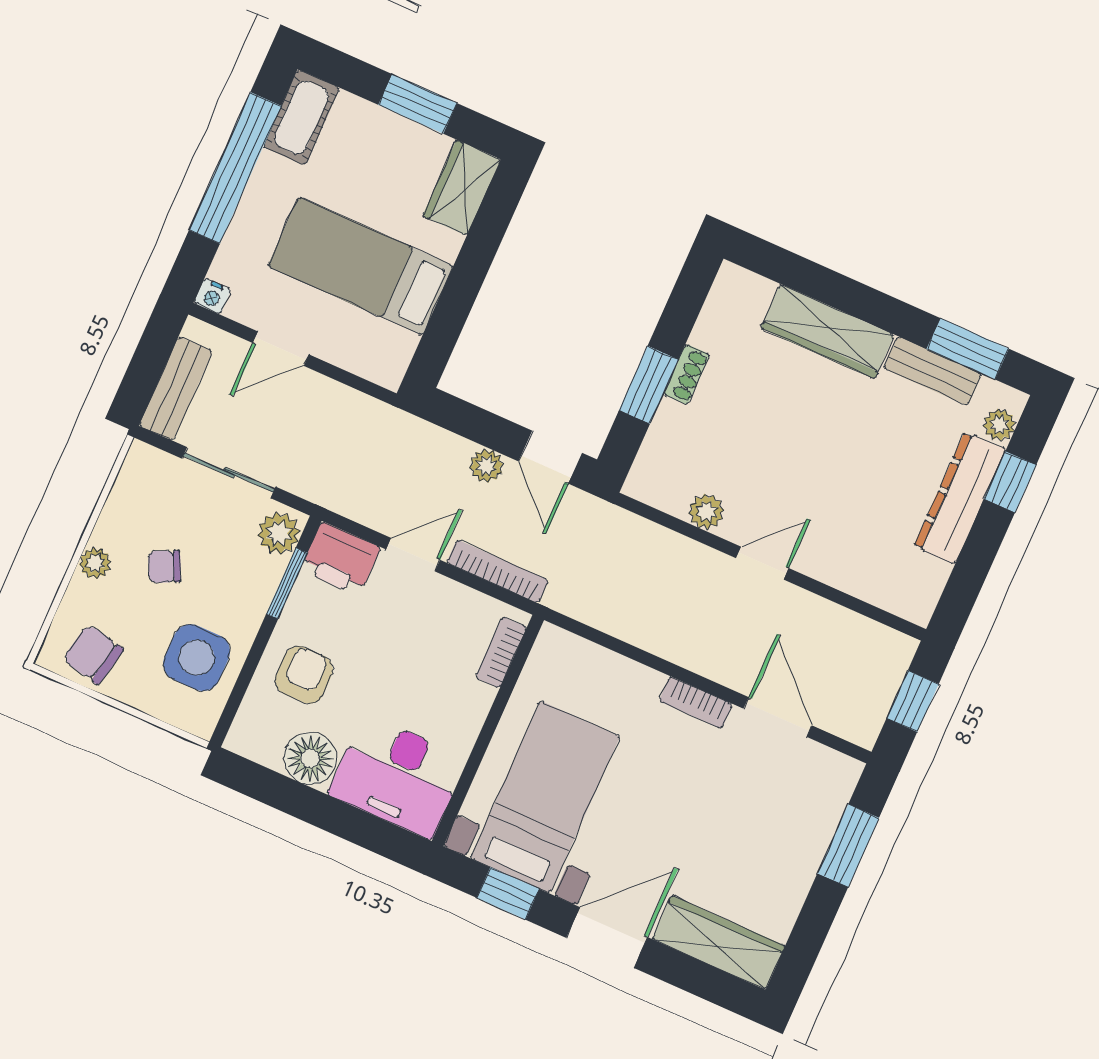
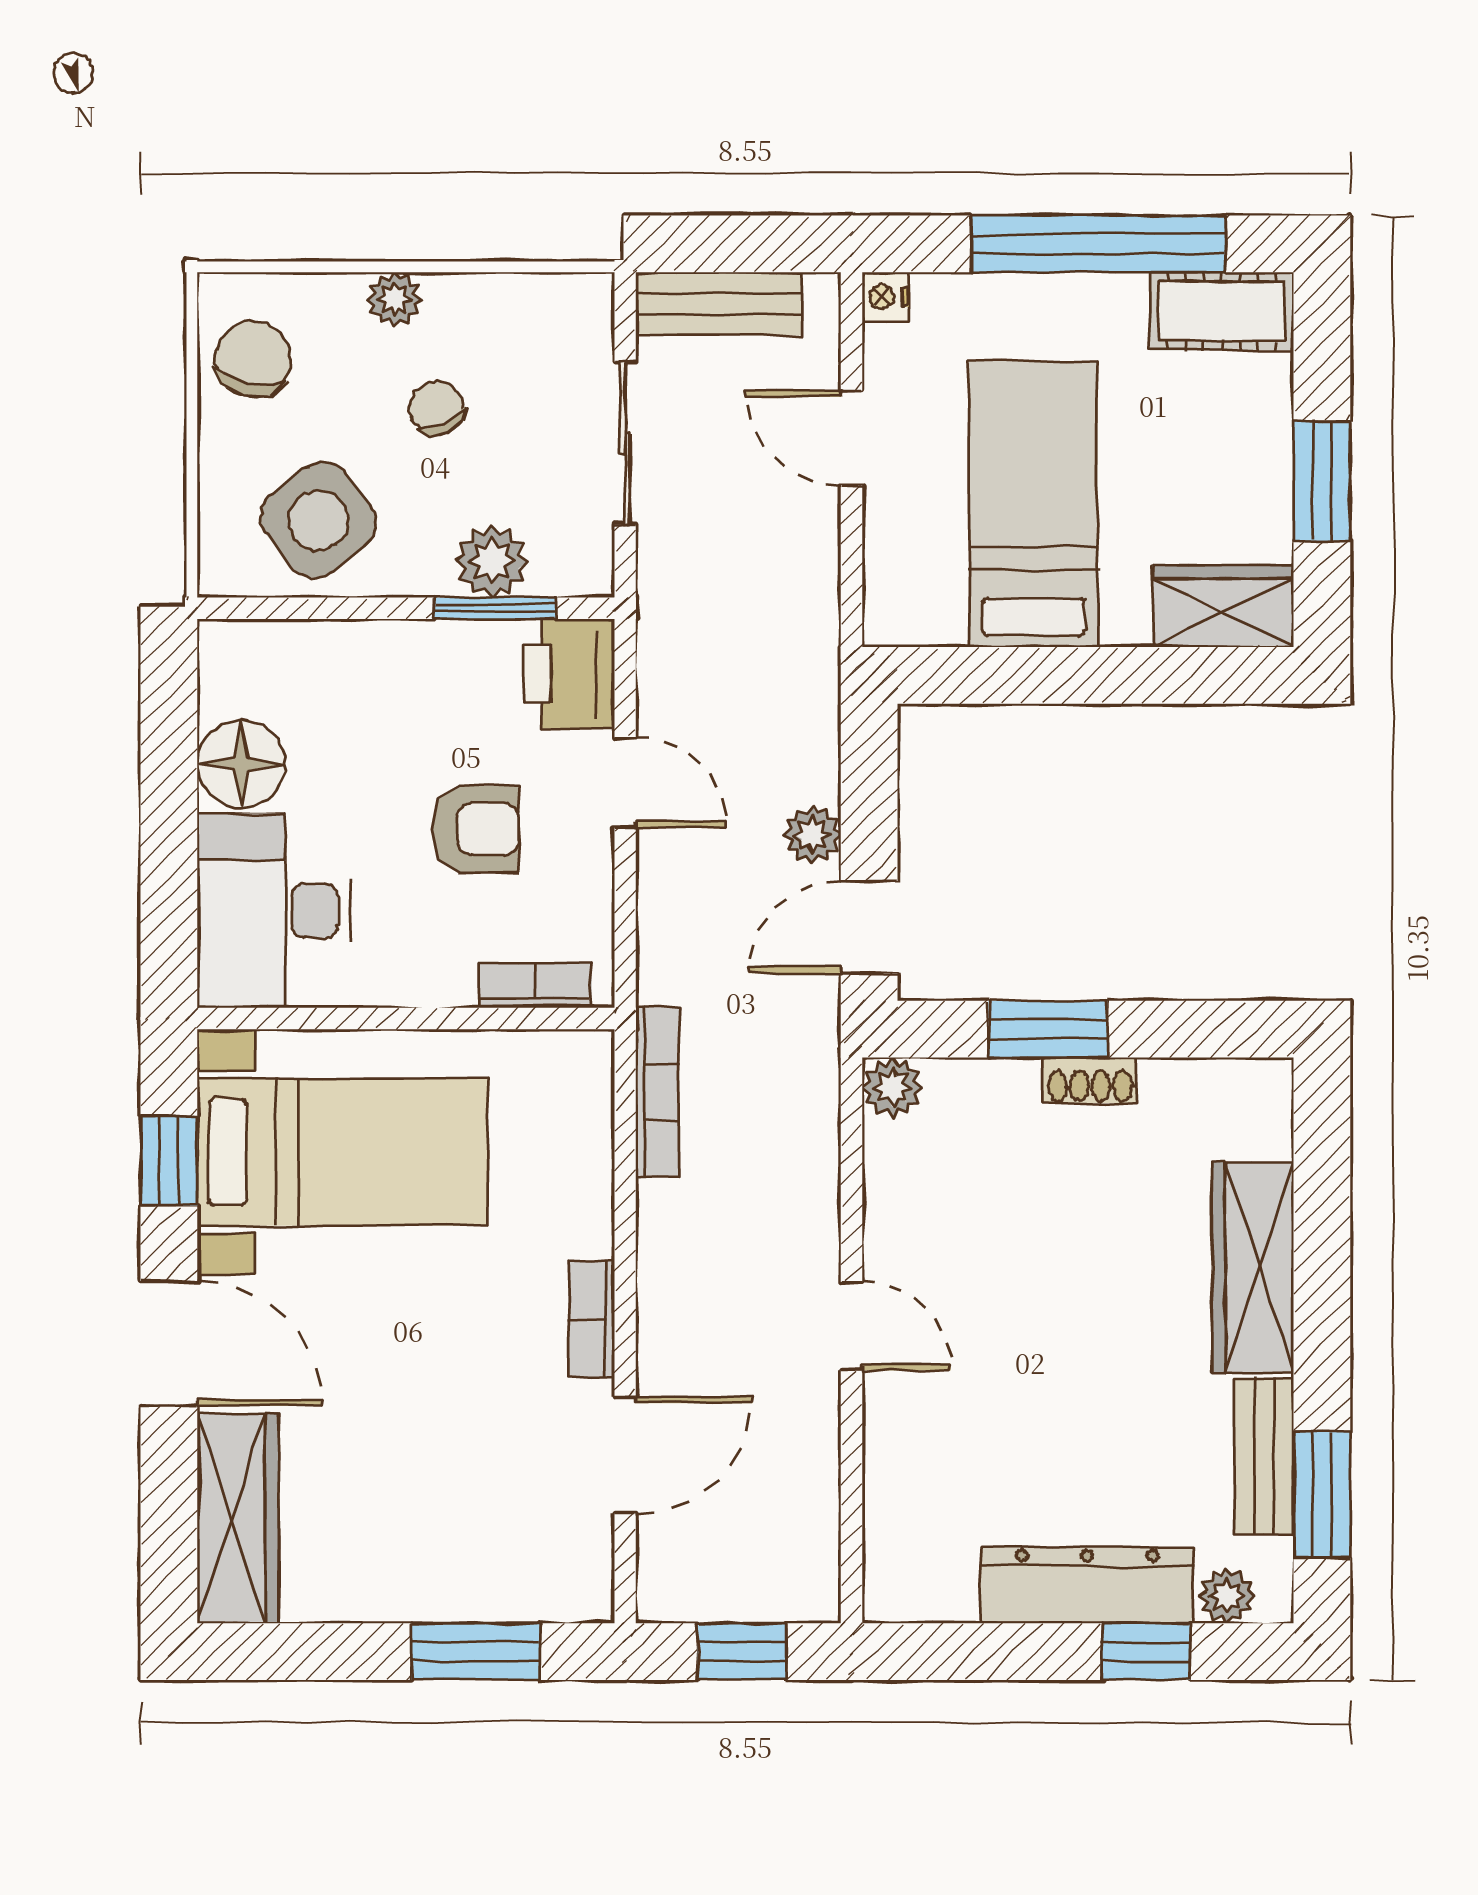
plant: (706, 512) -> (892, 1088), moved
plant: (279, 533) -> (492, 561), moved
bookcase: (498, 571) -> (657, 1091), moved
side table: (197, 658) -> (318, 520), turned -38
armchair: (304, 675) -> (476, 829), moved

